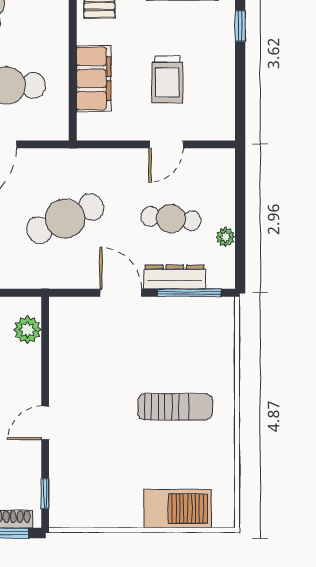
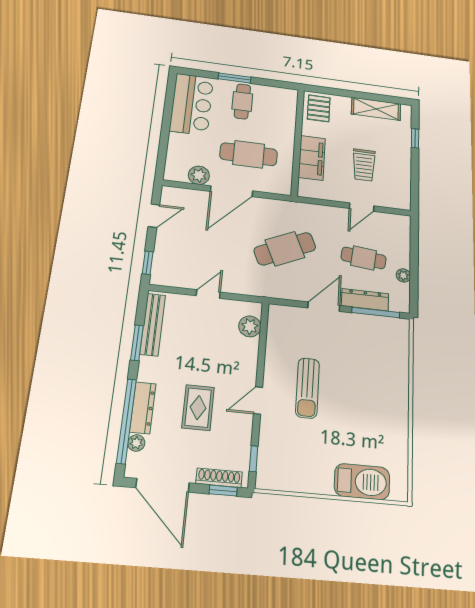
door: (121, 293) -> (324, 307), hinge flipped
sun lounger: (175, 407) -> (307, 388), moved, turned 90

